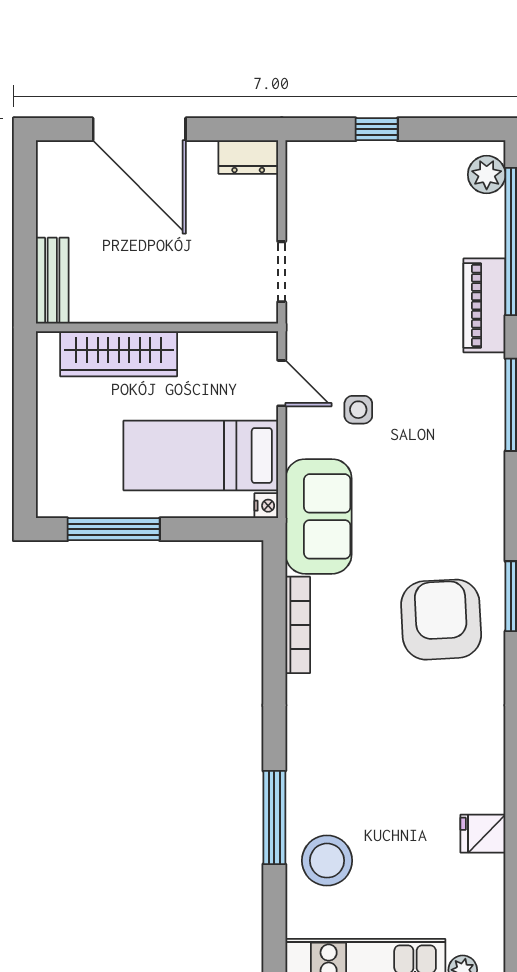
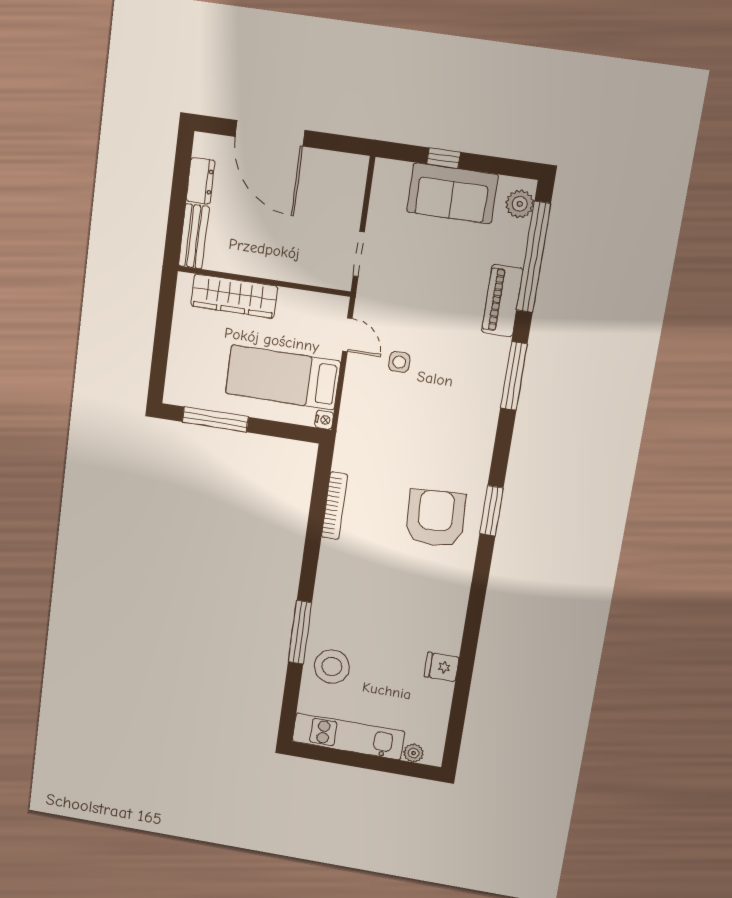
dresser: (248, 157) -> (201, 181), moved, turned -90
sofa: (319, 516) -> (452, 193), moved, turned 90

